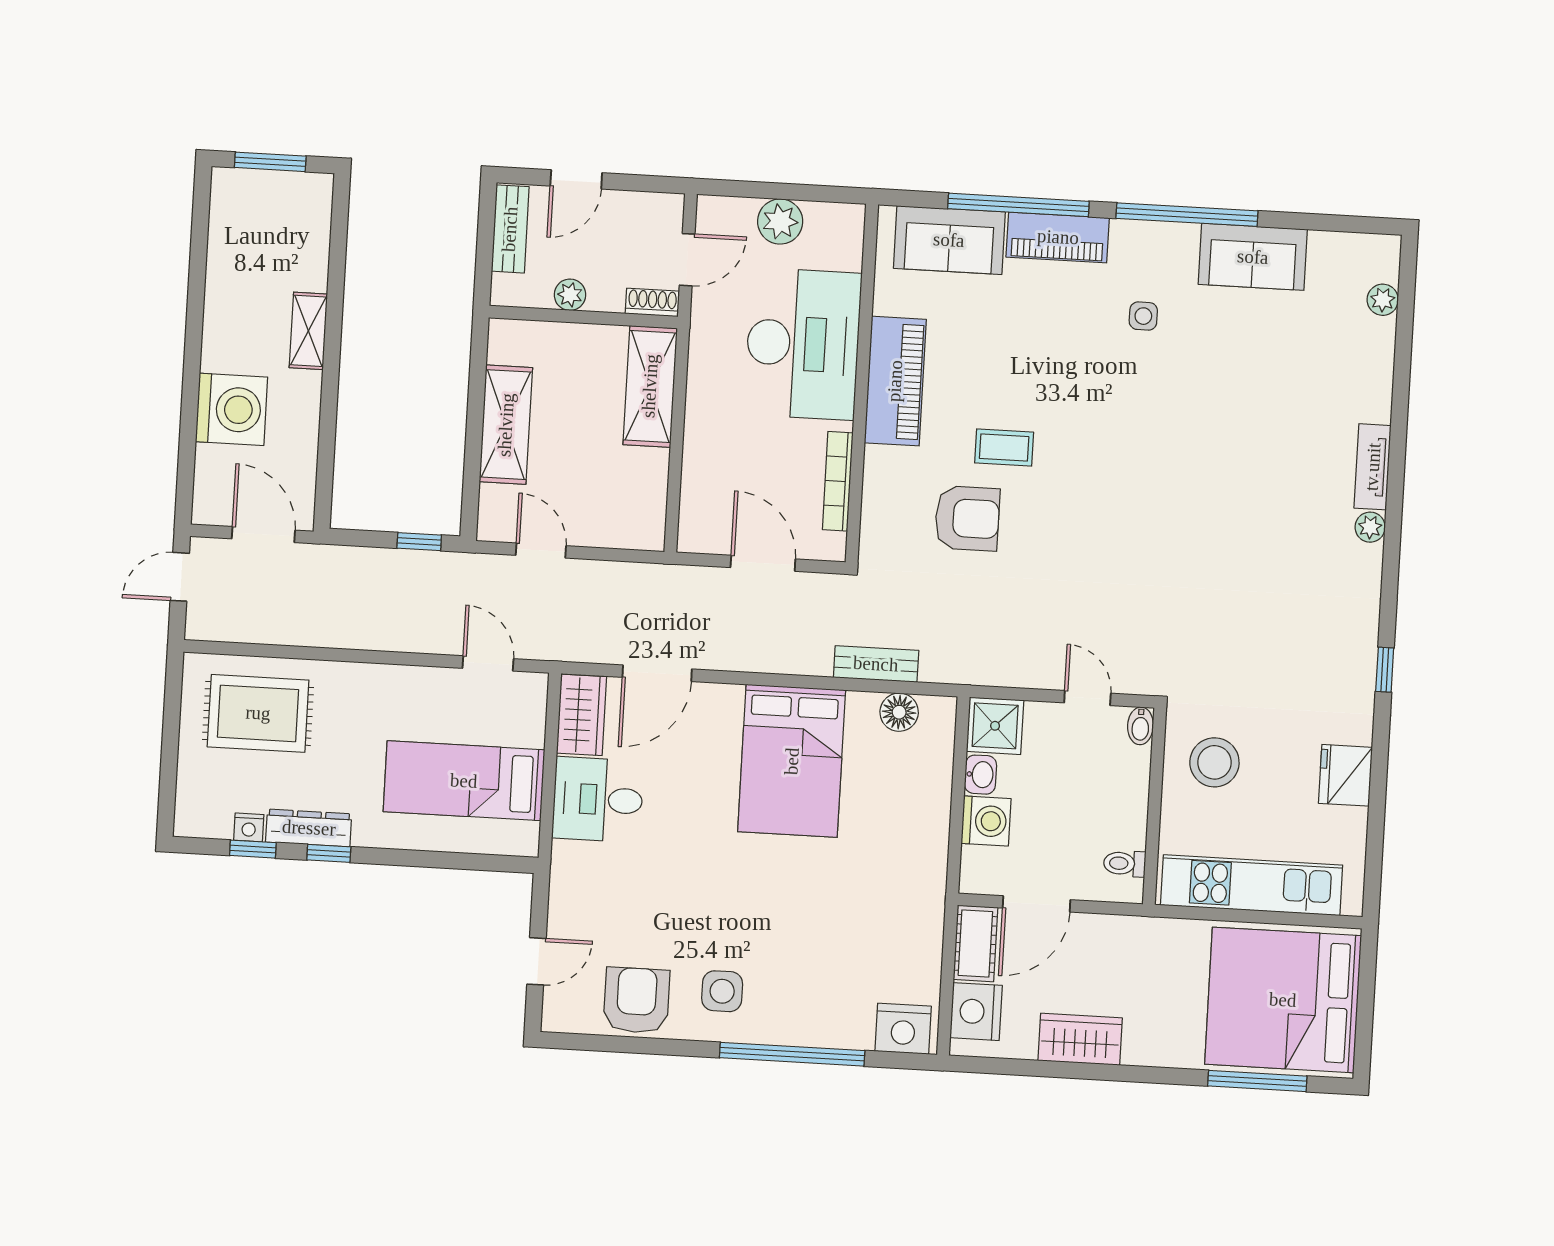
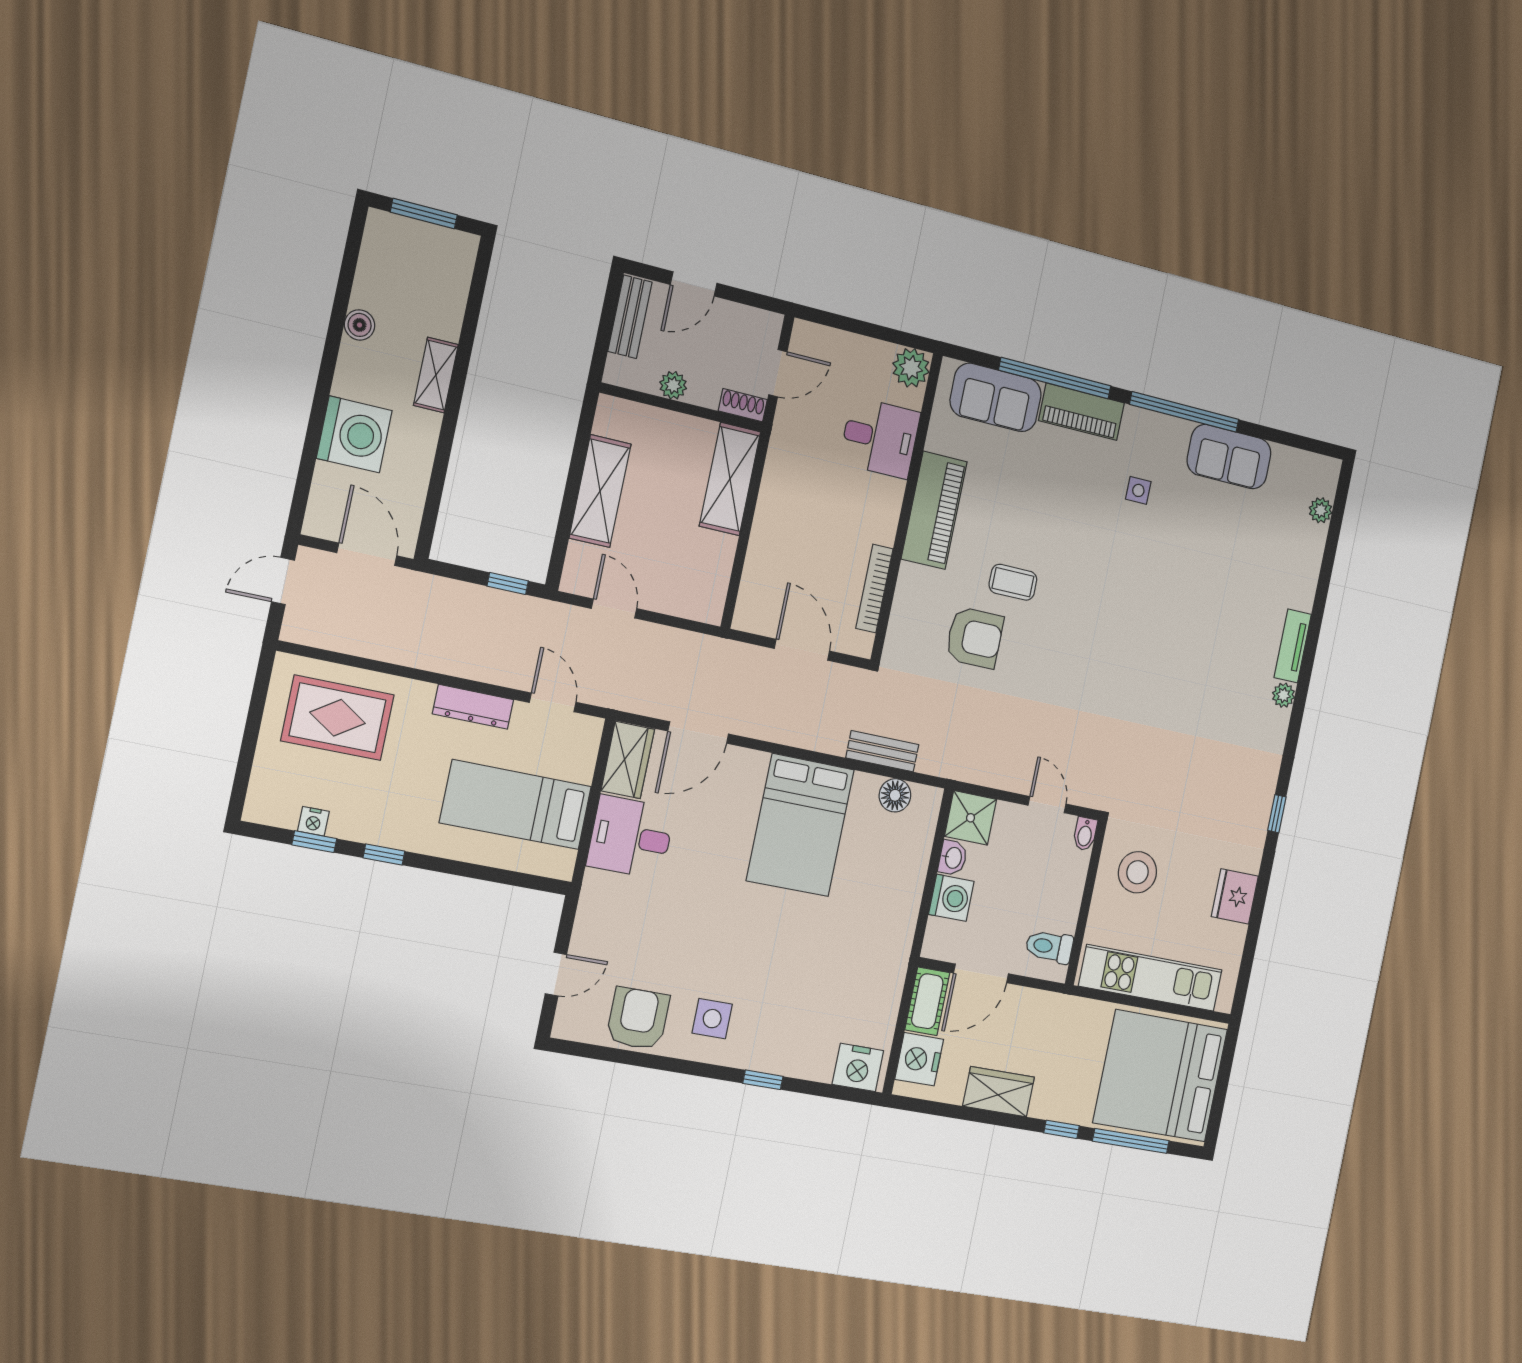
plant: (780, 222) -> (911, 368), moved
boiler: (220, 293) -> (360, 325), added
desk: (803, 344) -> (880, 438), width x0.53, depth x0.77
dresser: (309, 828) -> (473, 707), moved, turned 180
toilet: (1125, 864) -> (1049, 947), width x1.37, depth x1.39
window: (792, 1054) -> (763, 1080), width x0.32
window: (1166, 1076) -> (1062, 1129), added

